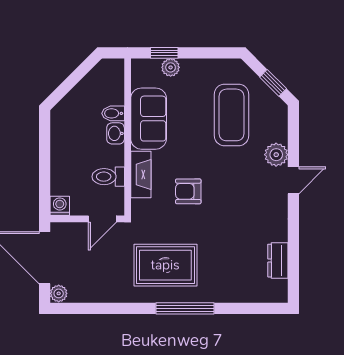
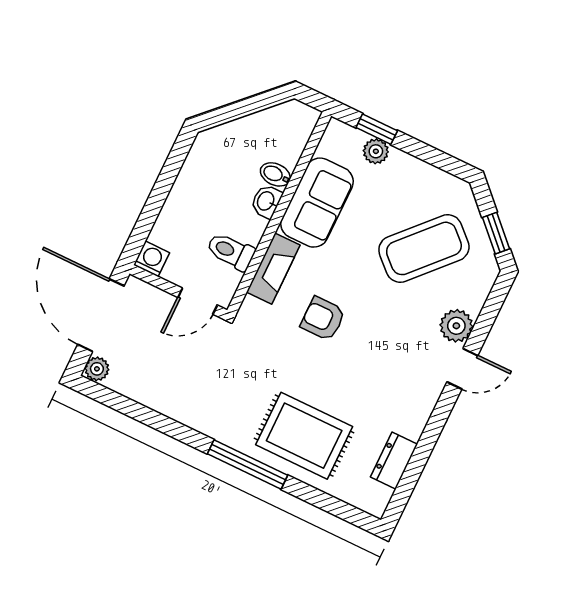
coffee table: (232, 115) -> (424, 248), turned 43
rug: (165, 265) -> (304, 436), moved

